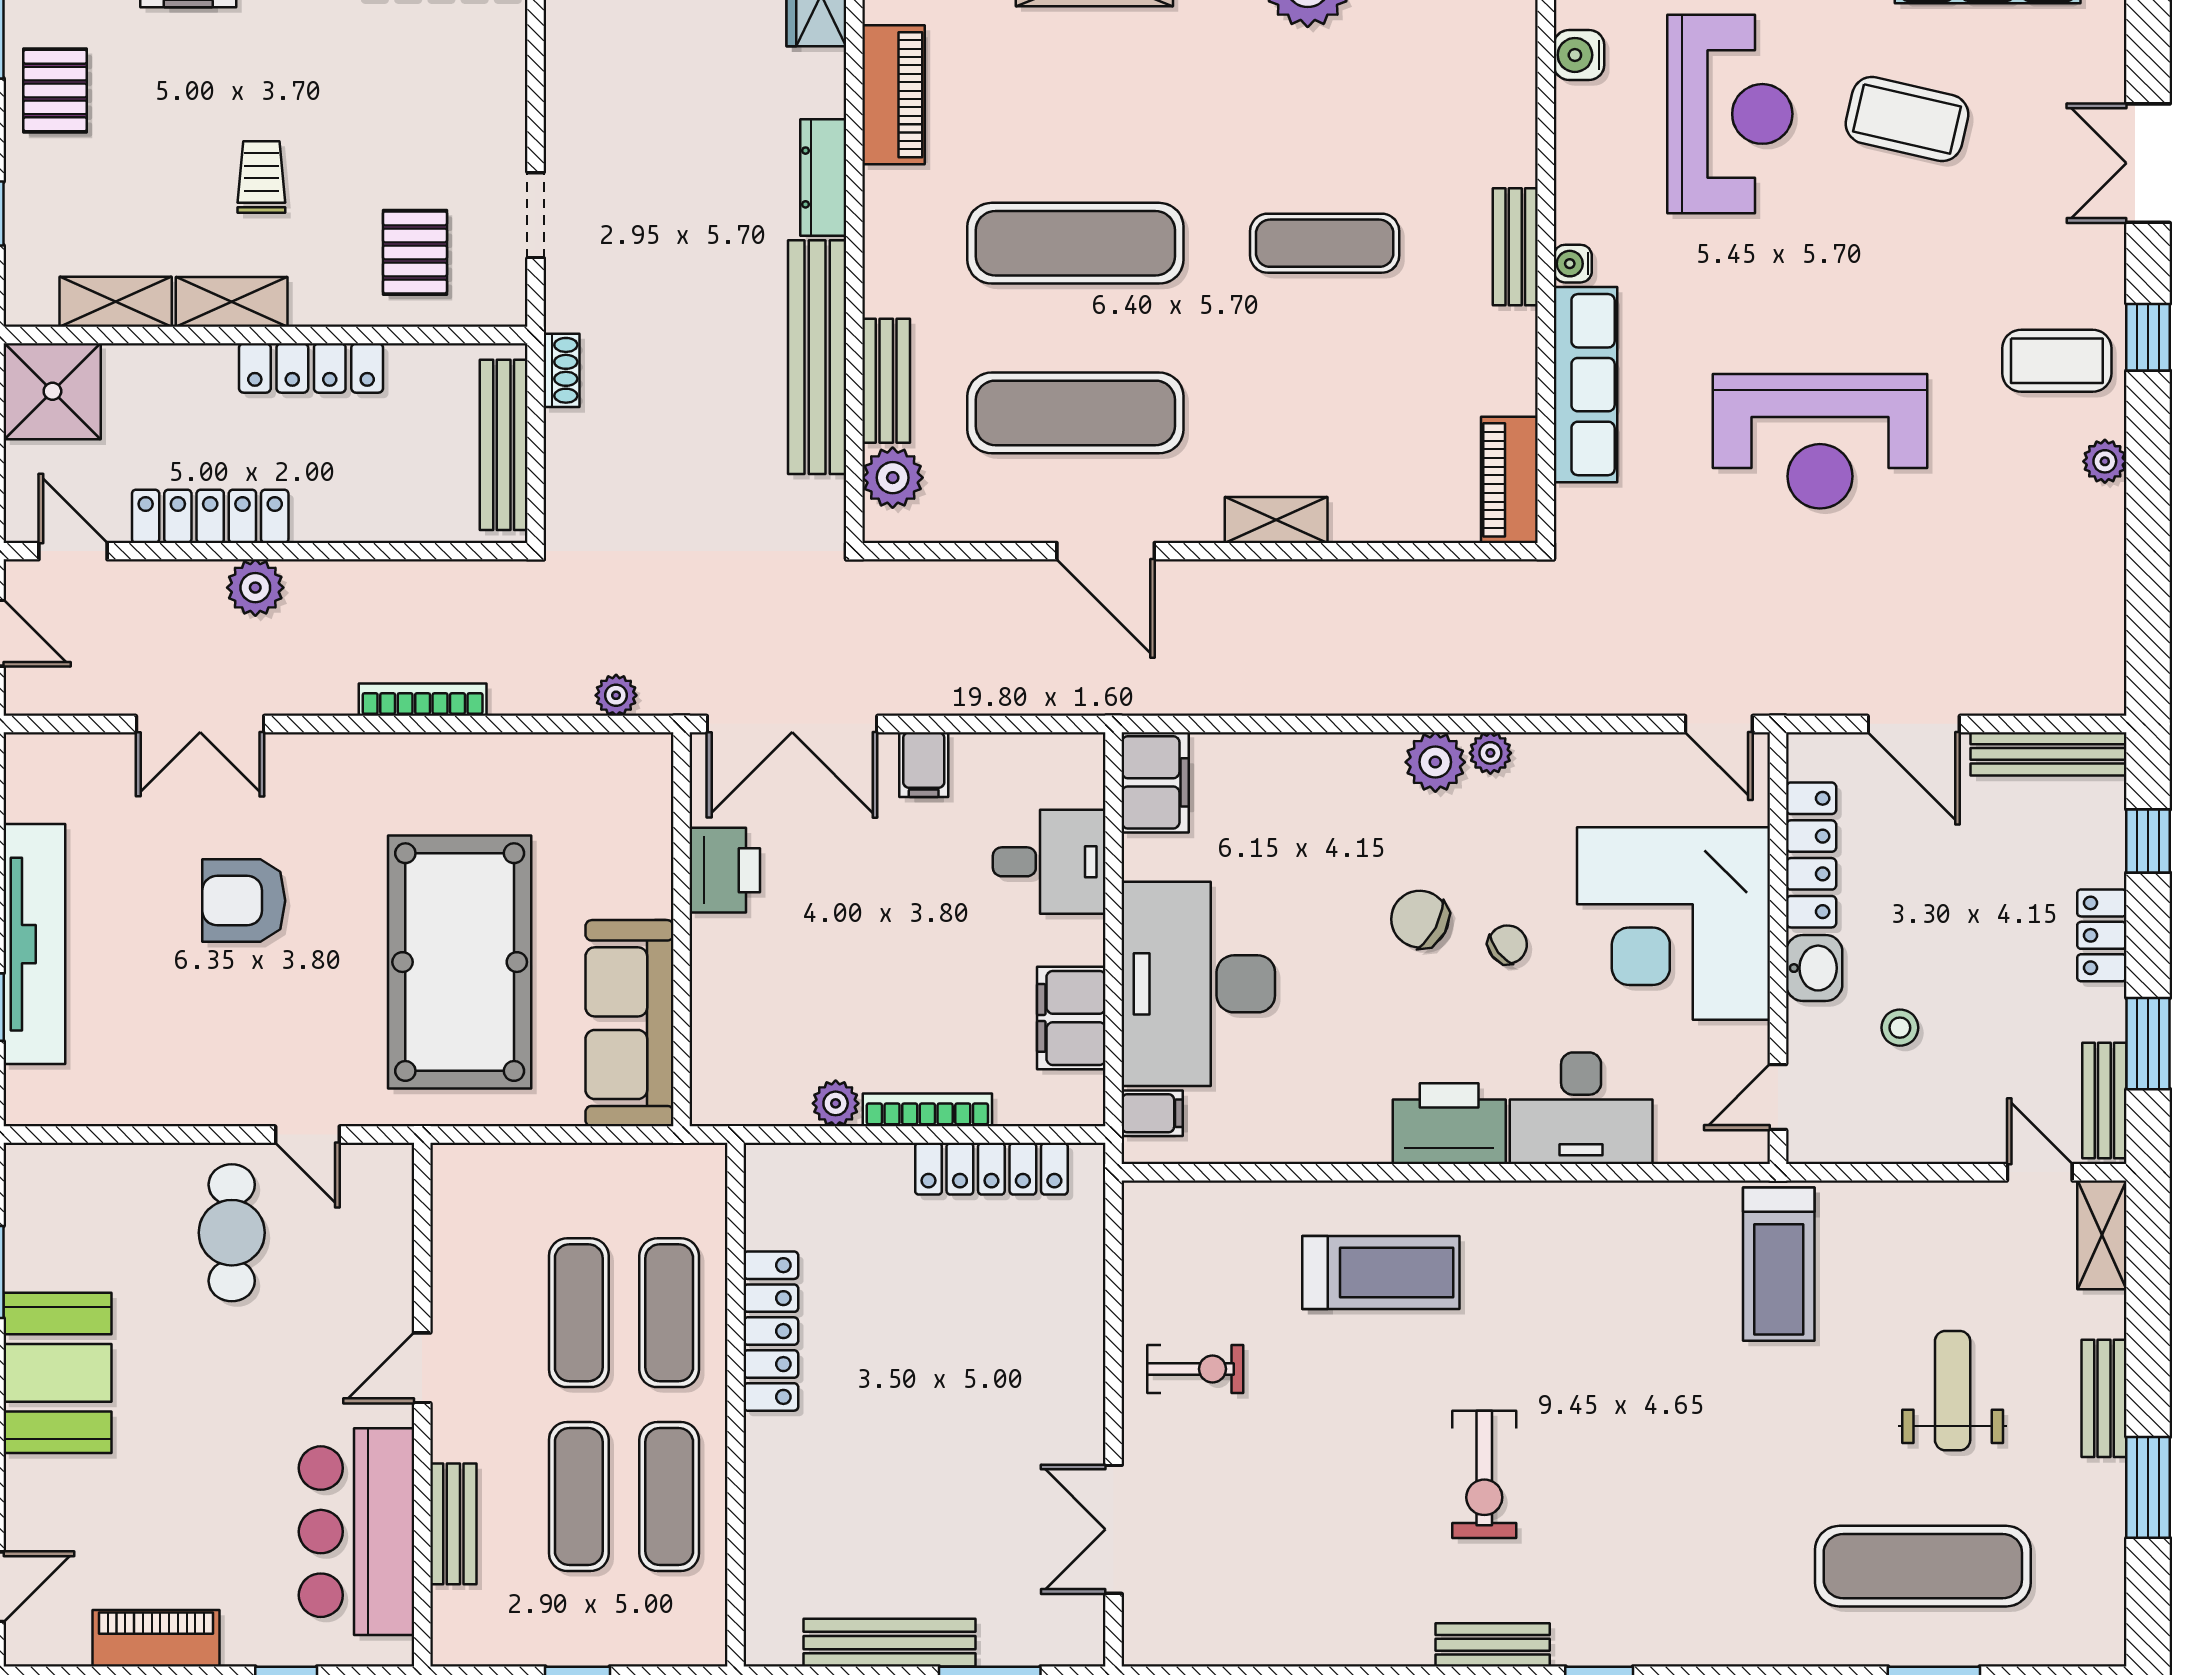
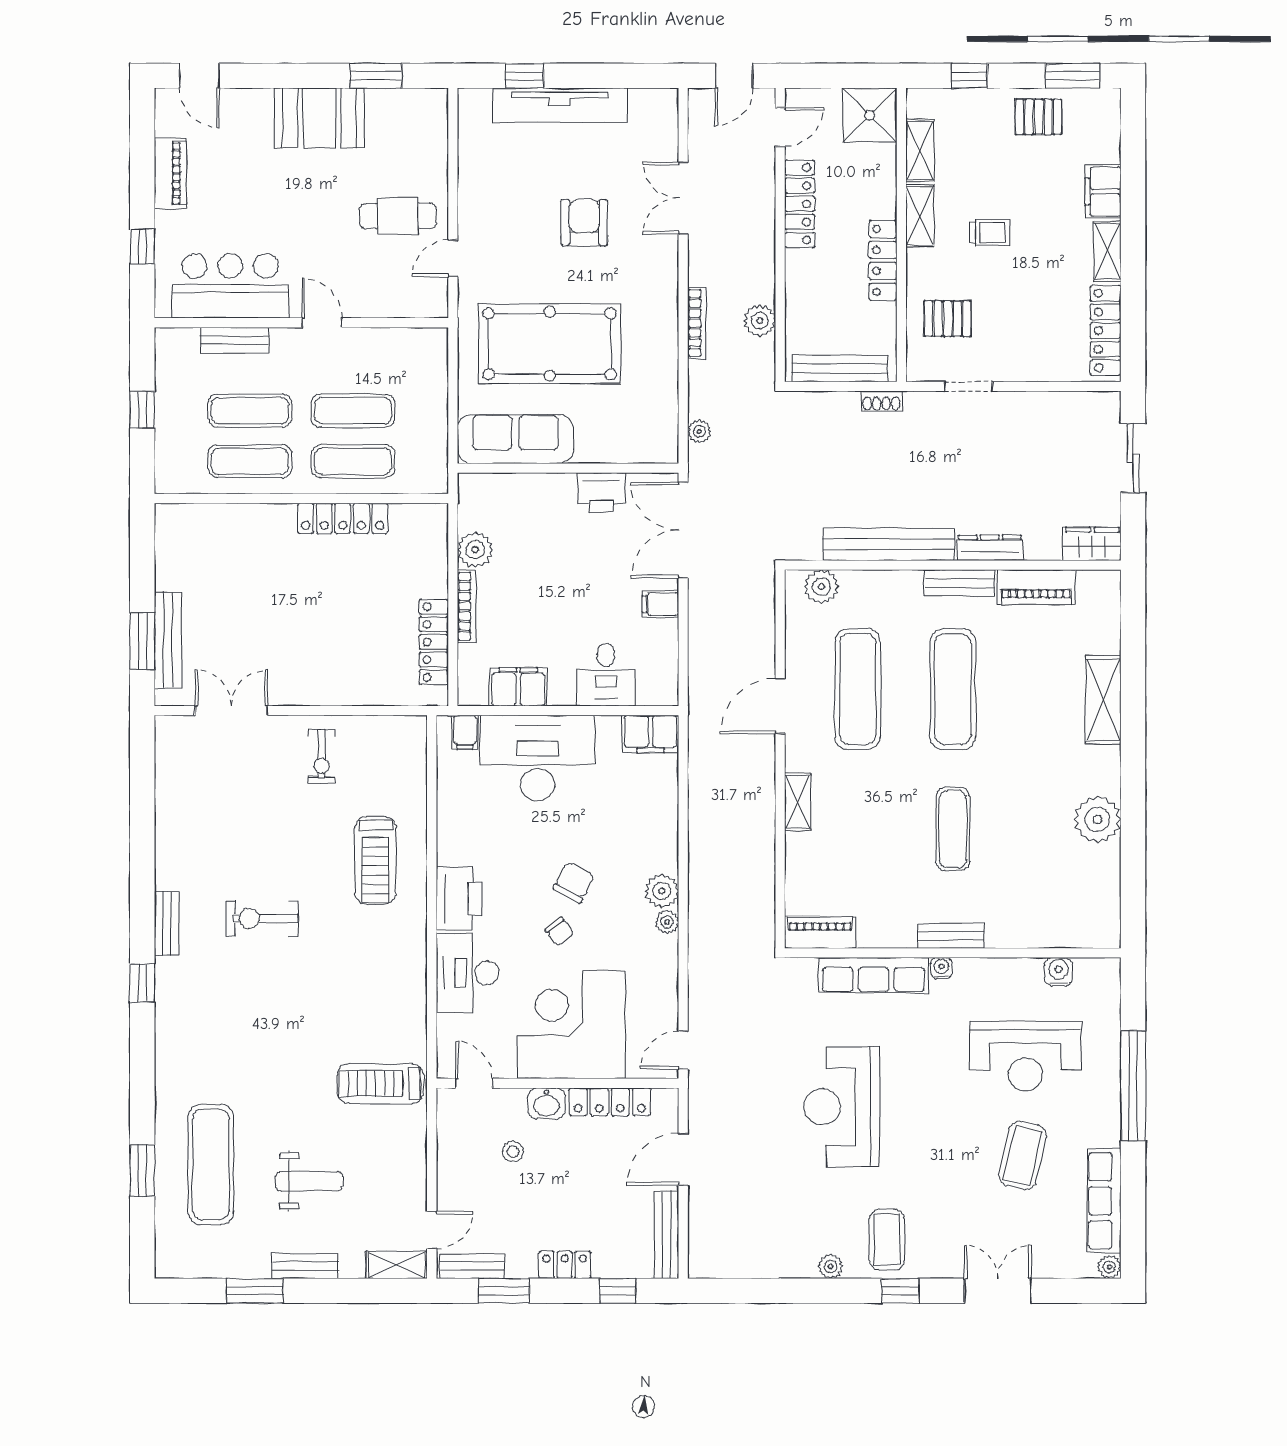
bench: (886, 381) -> (960, 583), moved
plant: (255, 588) -> (760, 321), moved
plant: (836, 1103) -> (475, 550), width x1.38, depth x1.38
bench: (890, 1643) -> (168, 640), moved

